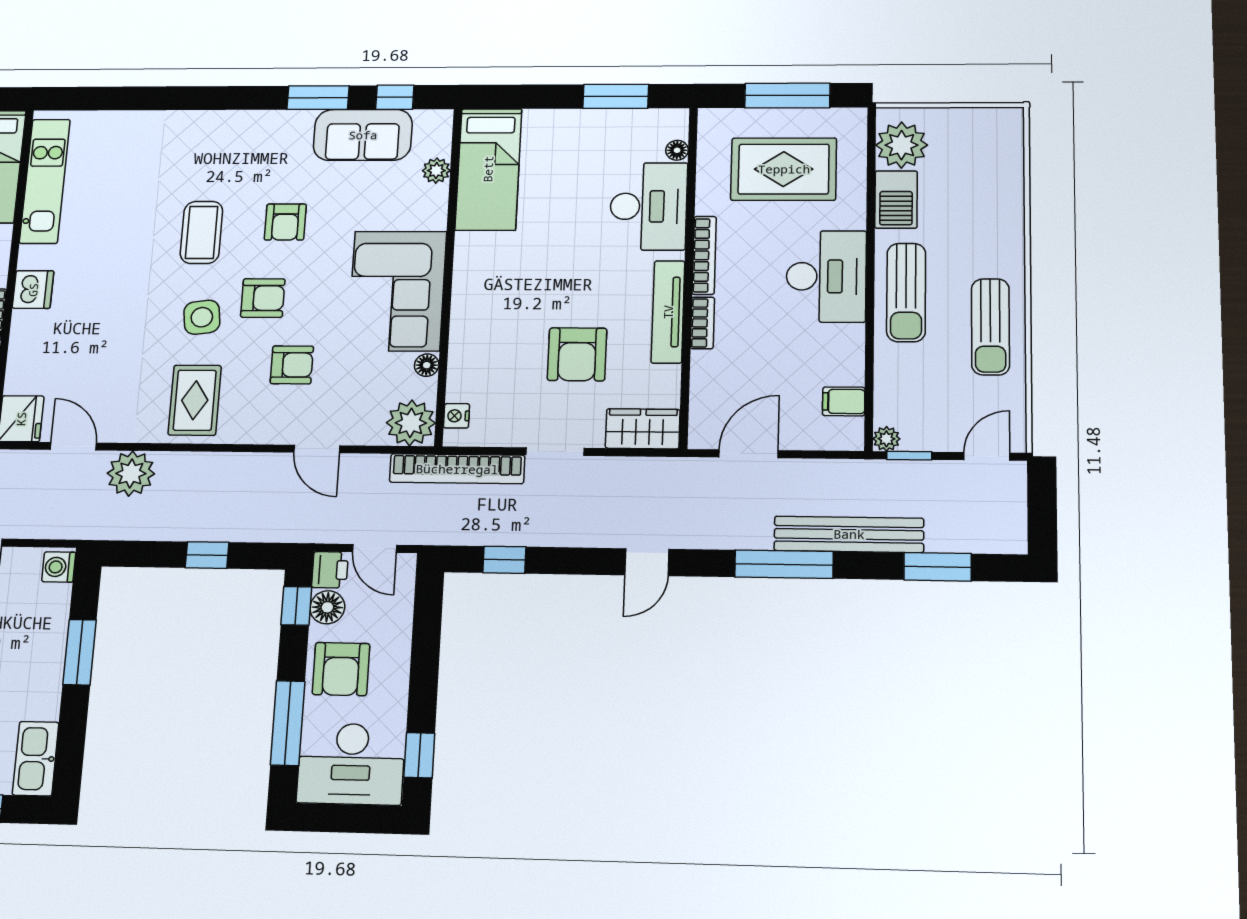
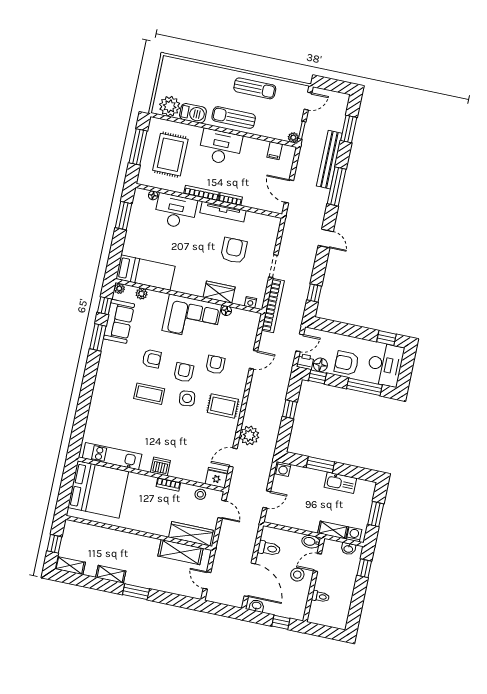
sun lounger: (906, 292) -> (234, 118), turned 180
armchair: (577, 354) -> (234, 250), turned -90
plant: (411, 423) -> (119, 289), moved, width x0.53, depth x0.53
wardrobe: (643, 429) -> (219, 292), moved, turned 90
door: (987, 456) -> (308, 101), swing flipped
armchair: (341, 669) -> (347, 363), turned 180
kitchen sink: (36, 759) -> (340, 483), moved

